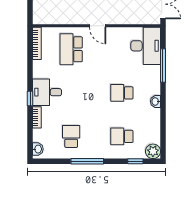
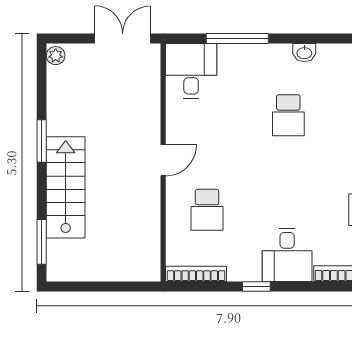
desk: (146, 46) -> (191, 71), width x0.73
school desk: (71, 49) -> (207, 210), width x0.54
window: (30, 98) -> (256, 286), moved

